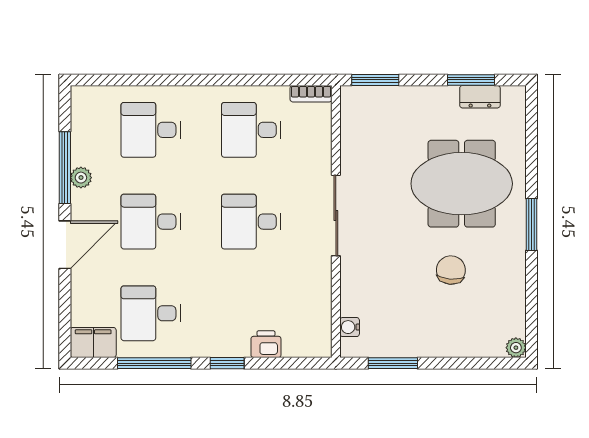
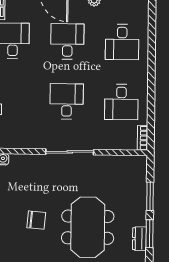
window: (375, 80) -> (150, 196), moved
desk: (151, 130) -> (122, 42), turned 180
desk: (251, 130) -> (121, 102), turned 180

